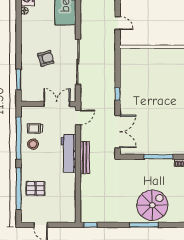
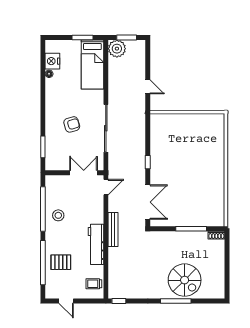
trolley: (35, 128) -> (94, 284), moved
workbench: (69, 153) -> (96, 244), moved
spiral stairs: (152, 205) -> (185, 280), turned 90

